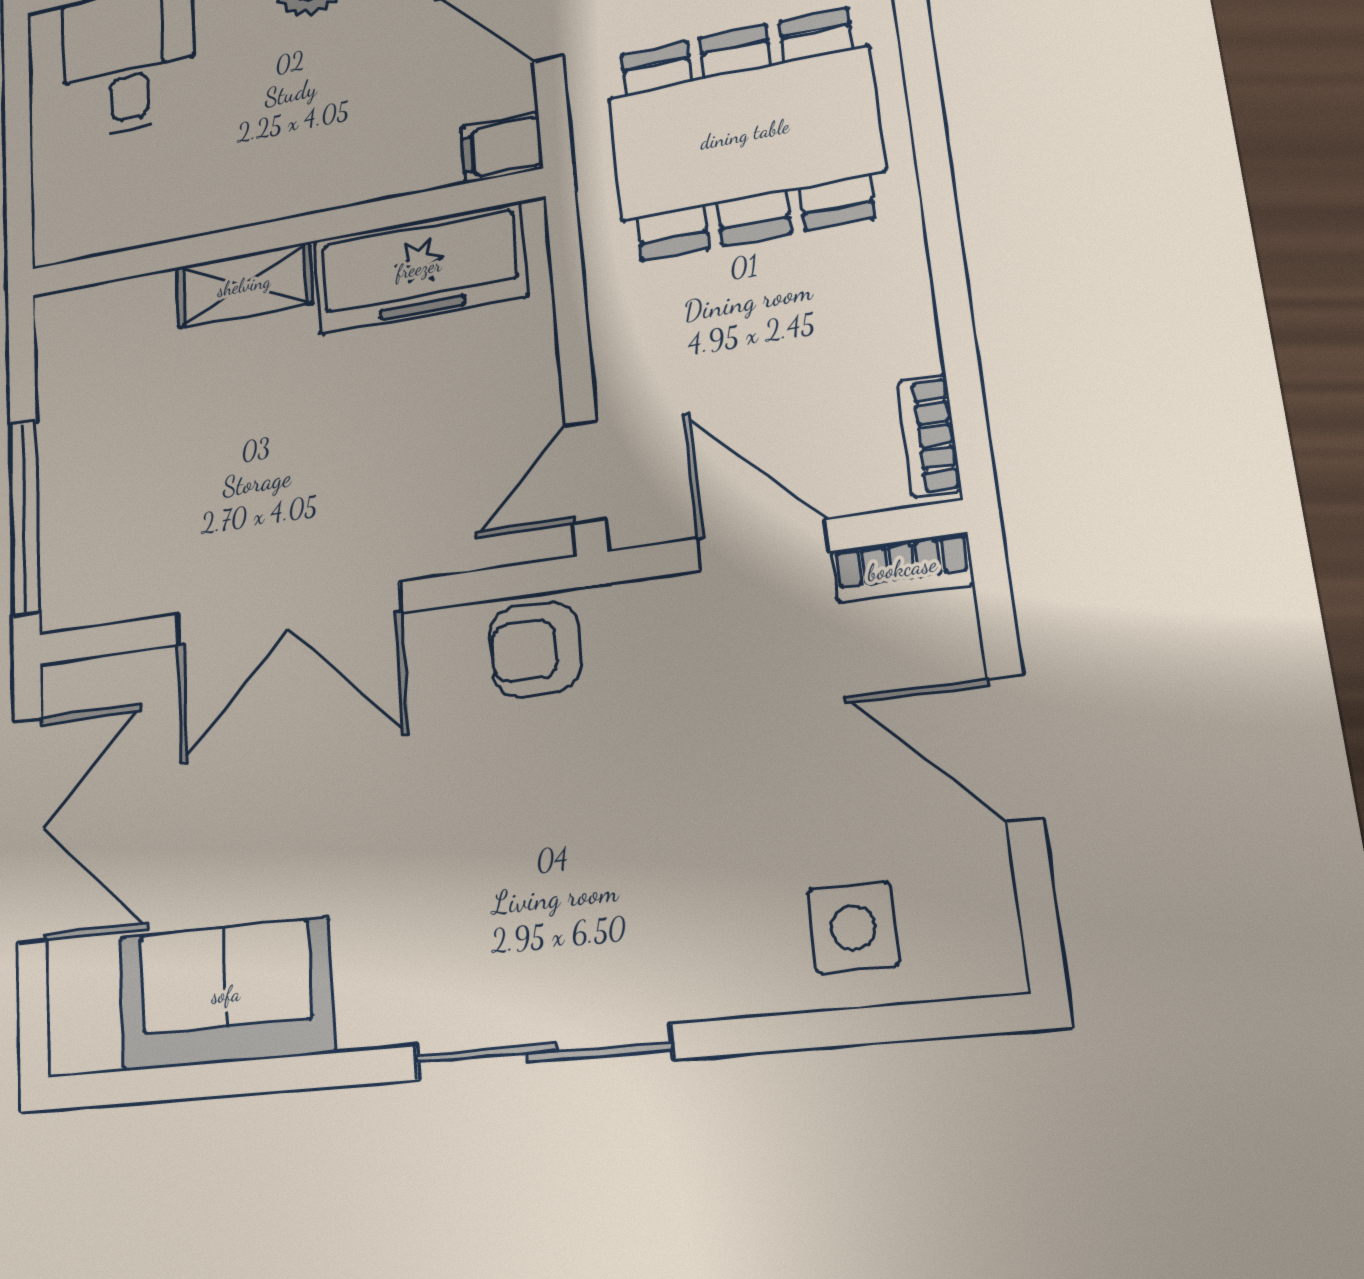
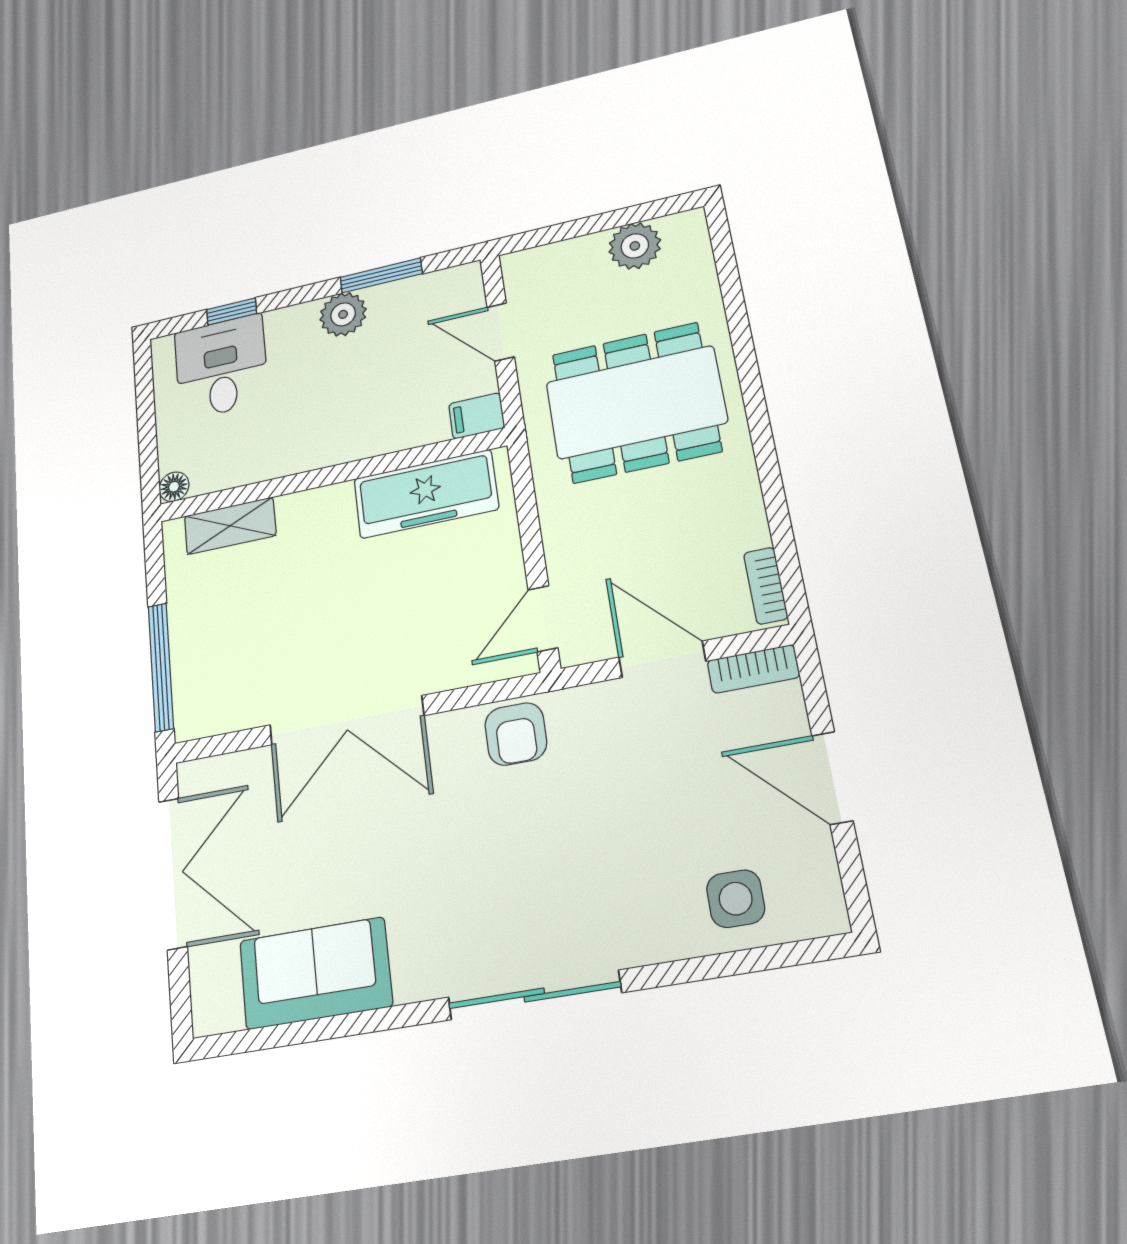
floor lamp: (53, 243) -> (174, 487), added
shelving: (244, 285) -> (230, 526), moved
armchair: (535, 649) -> (516, 734), turned -90

